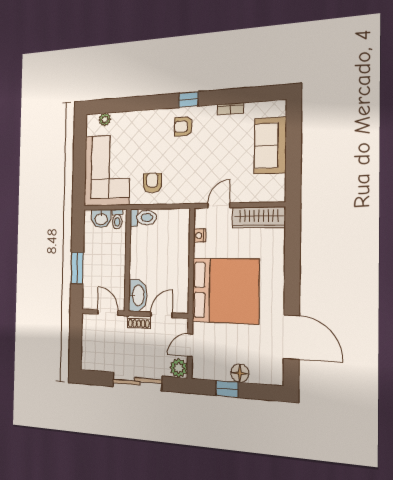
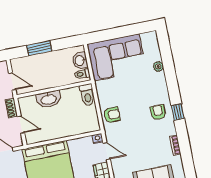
plant: (105, 119) -> (158, 66), moved
armchair: (152, 183) -> (112, 115), moved
nightstand: (200, 235) -> (98, 139), moved
washbasin: (138, 295) -> (49, 99), moved
door: (108, 312) -> (12, 81), hinge flipped

